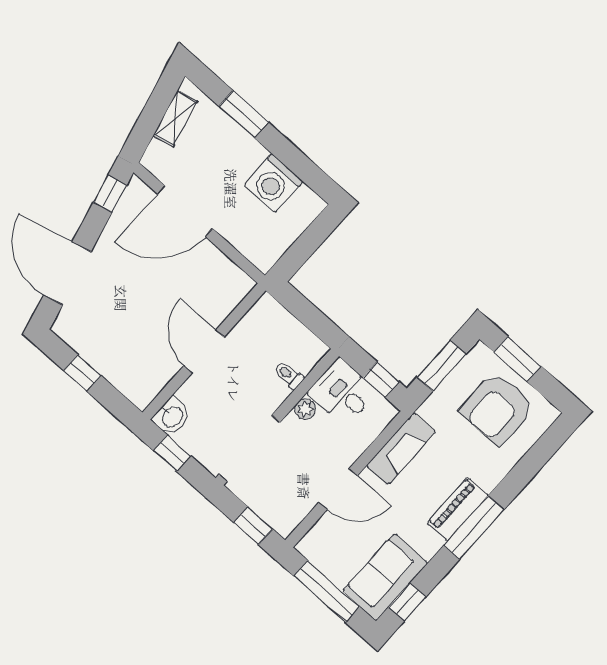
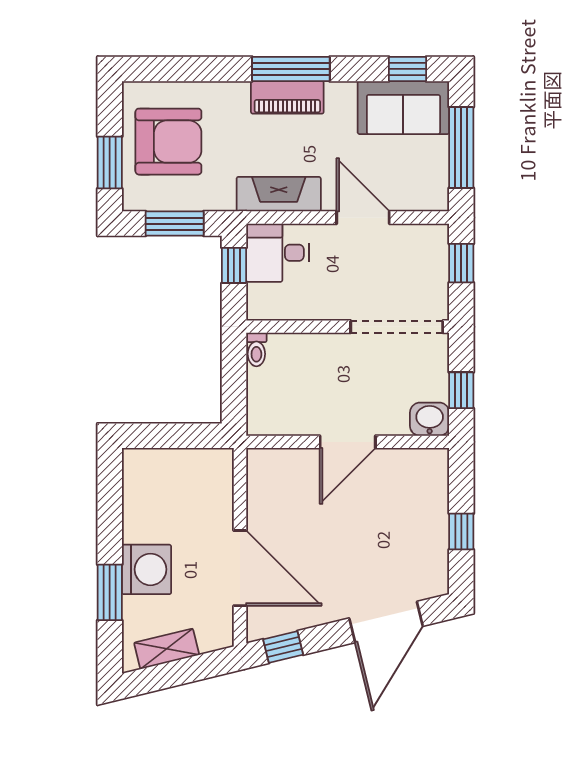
washing machine: (273, 183) -> (146, 569), moved
toilet: (289, 375) -> (256, 350), moved
desk: (342, 392) -> (277, 253), moved, turned 90
plant: (305, 409) -> (319, 308), removed

